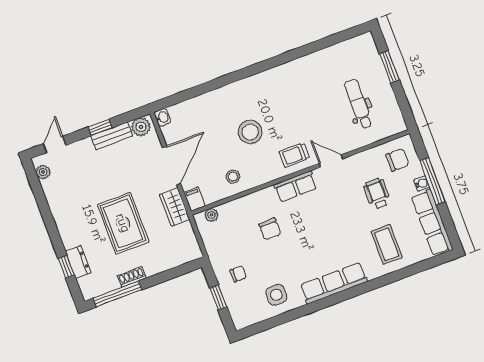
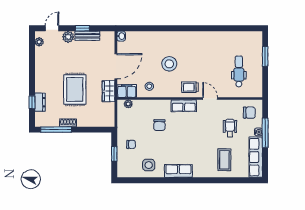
plant: (141, 127) -> (68, 37), moved
filing cabinet: (194, 199) -> (127, 91), width x2.00
row of seats: (334, 283) -> (178, 171), width x0.68

